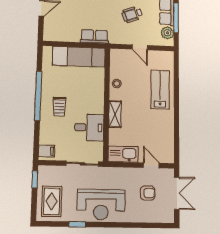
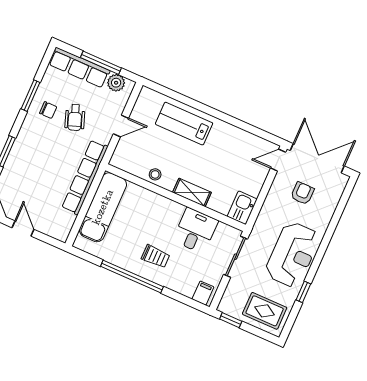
row of seats: (94, 36) -> (85, 177), width x2.02
kitchen sink: (123, 154) -> (242, 208), width x0.73
door: (151, 165) -> (278, 160), moved
double door: (177, 193) -> (317, 158), width x1.37

